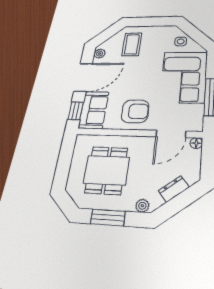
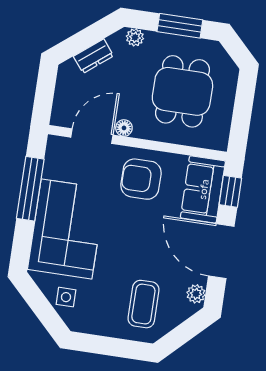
door: (83, 77) -> (221, 251), hinge flipped
floor lamp: (196, 143) -> (124, 128), moved

